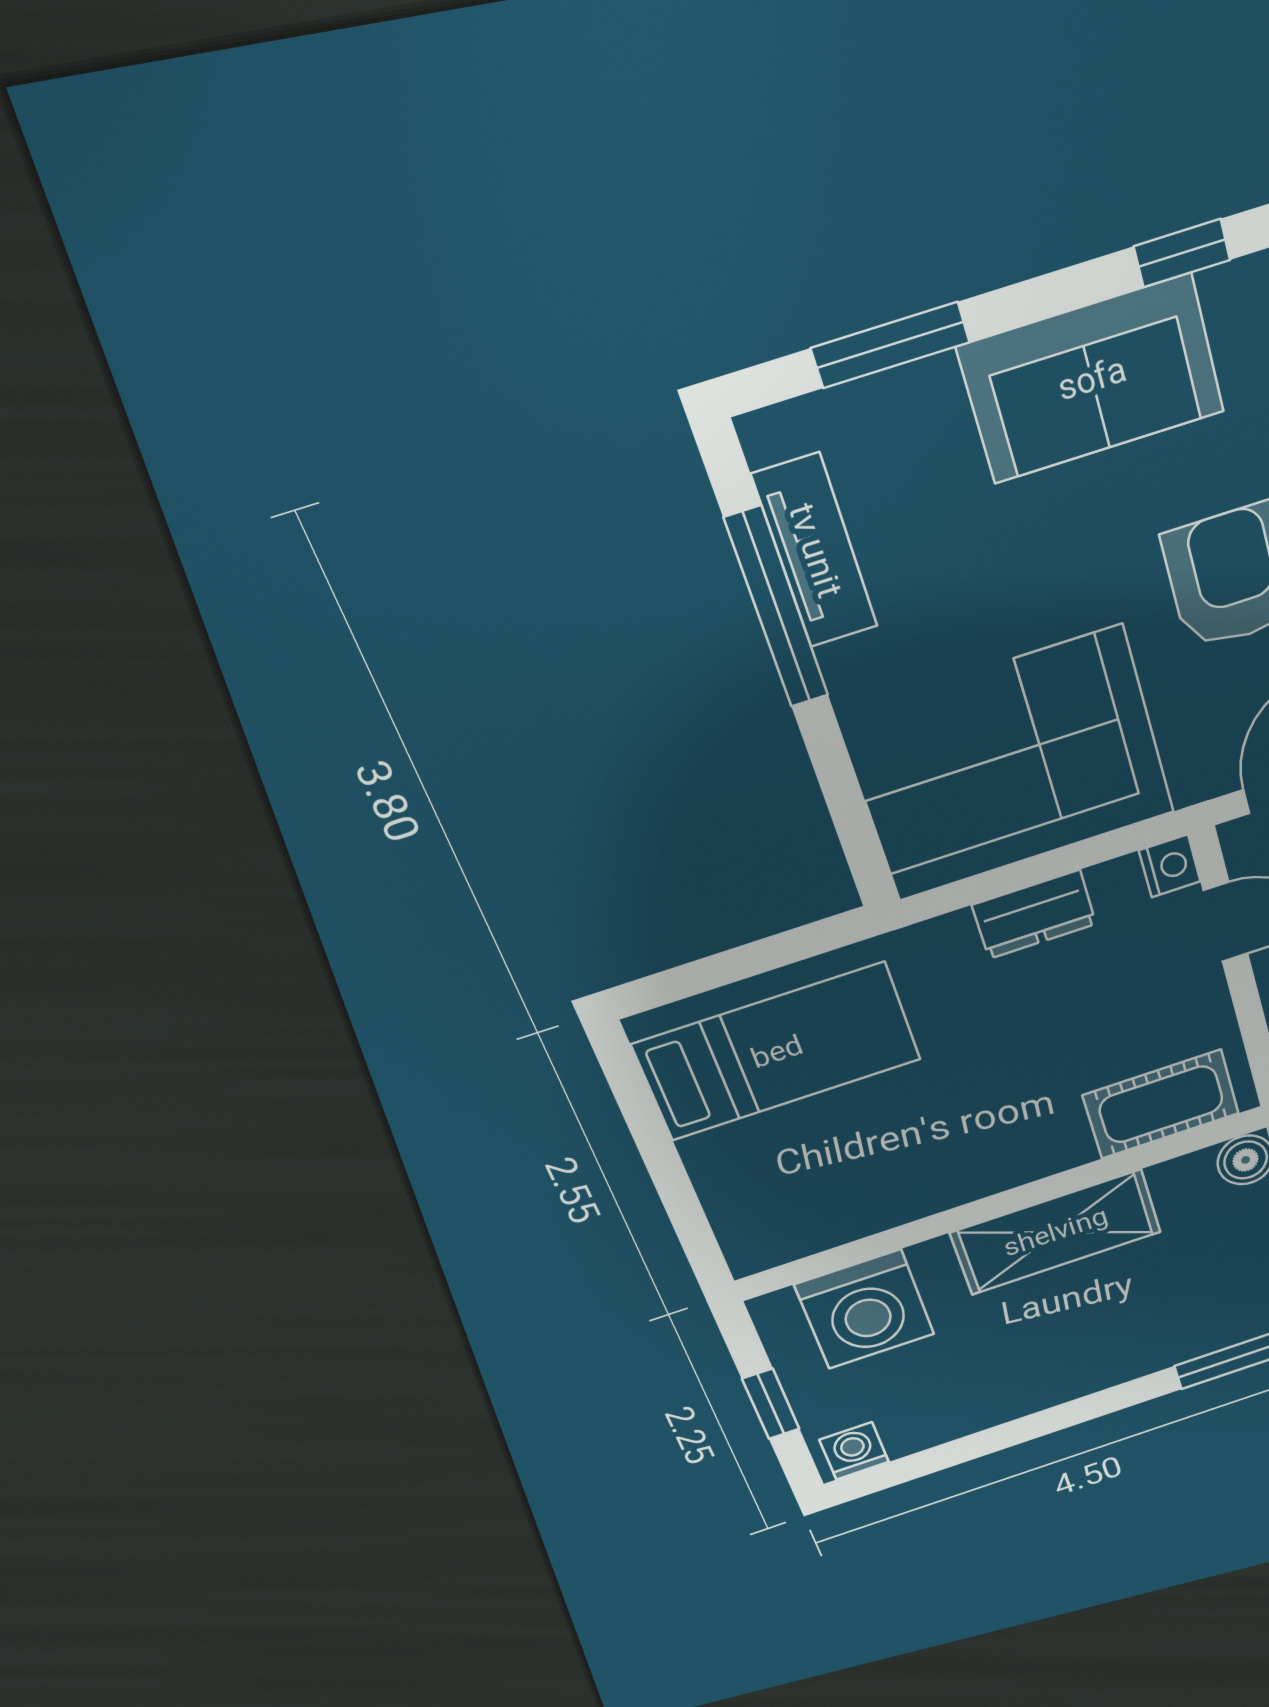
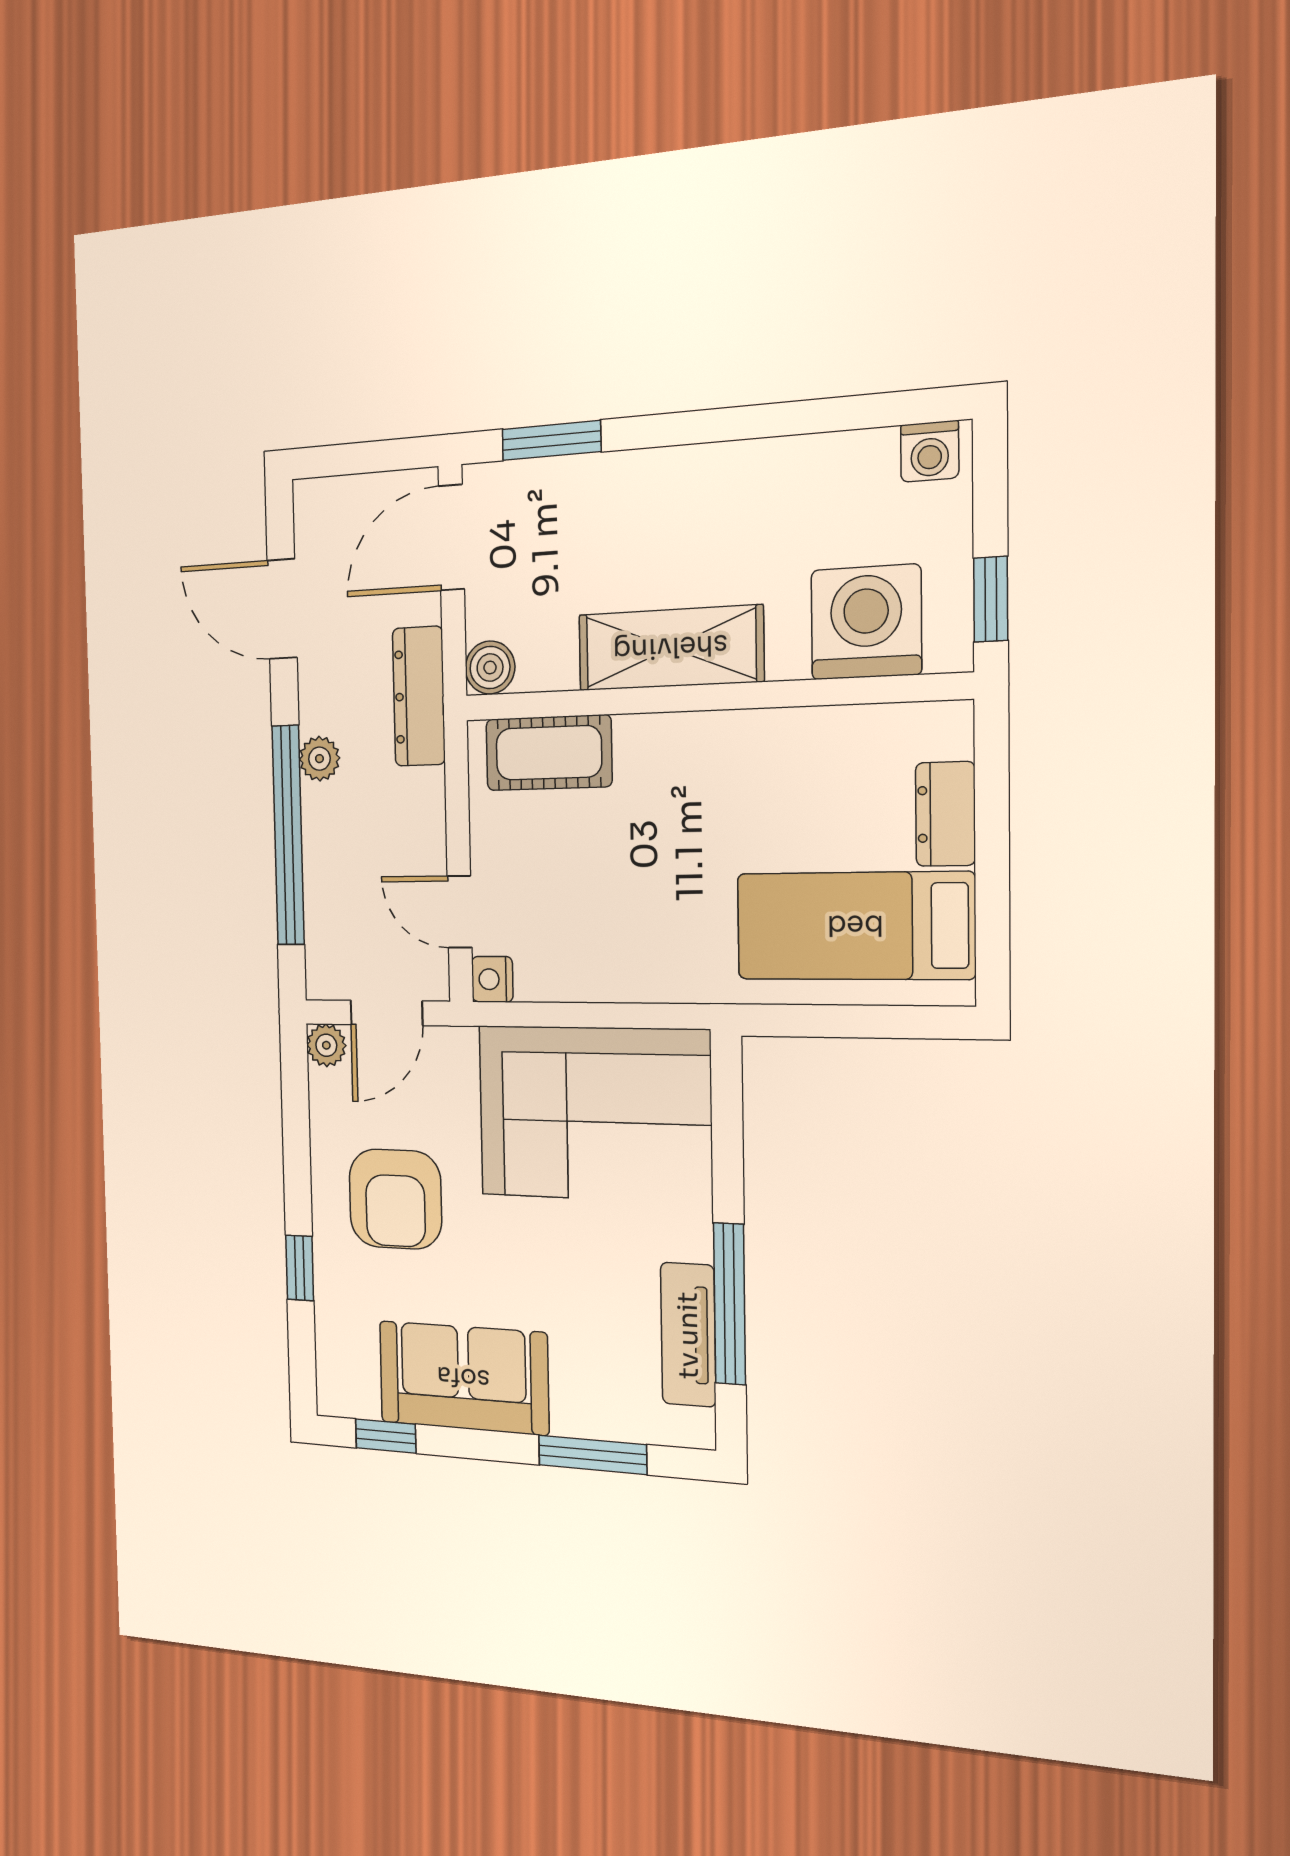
dresser: (1034, 915) -> (945, 814), moved, turned -90
window: (771, 1404) -> (991, 599), moved

